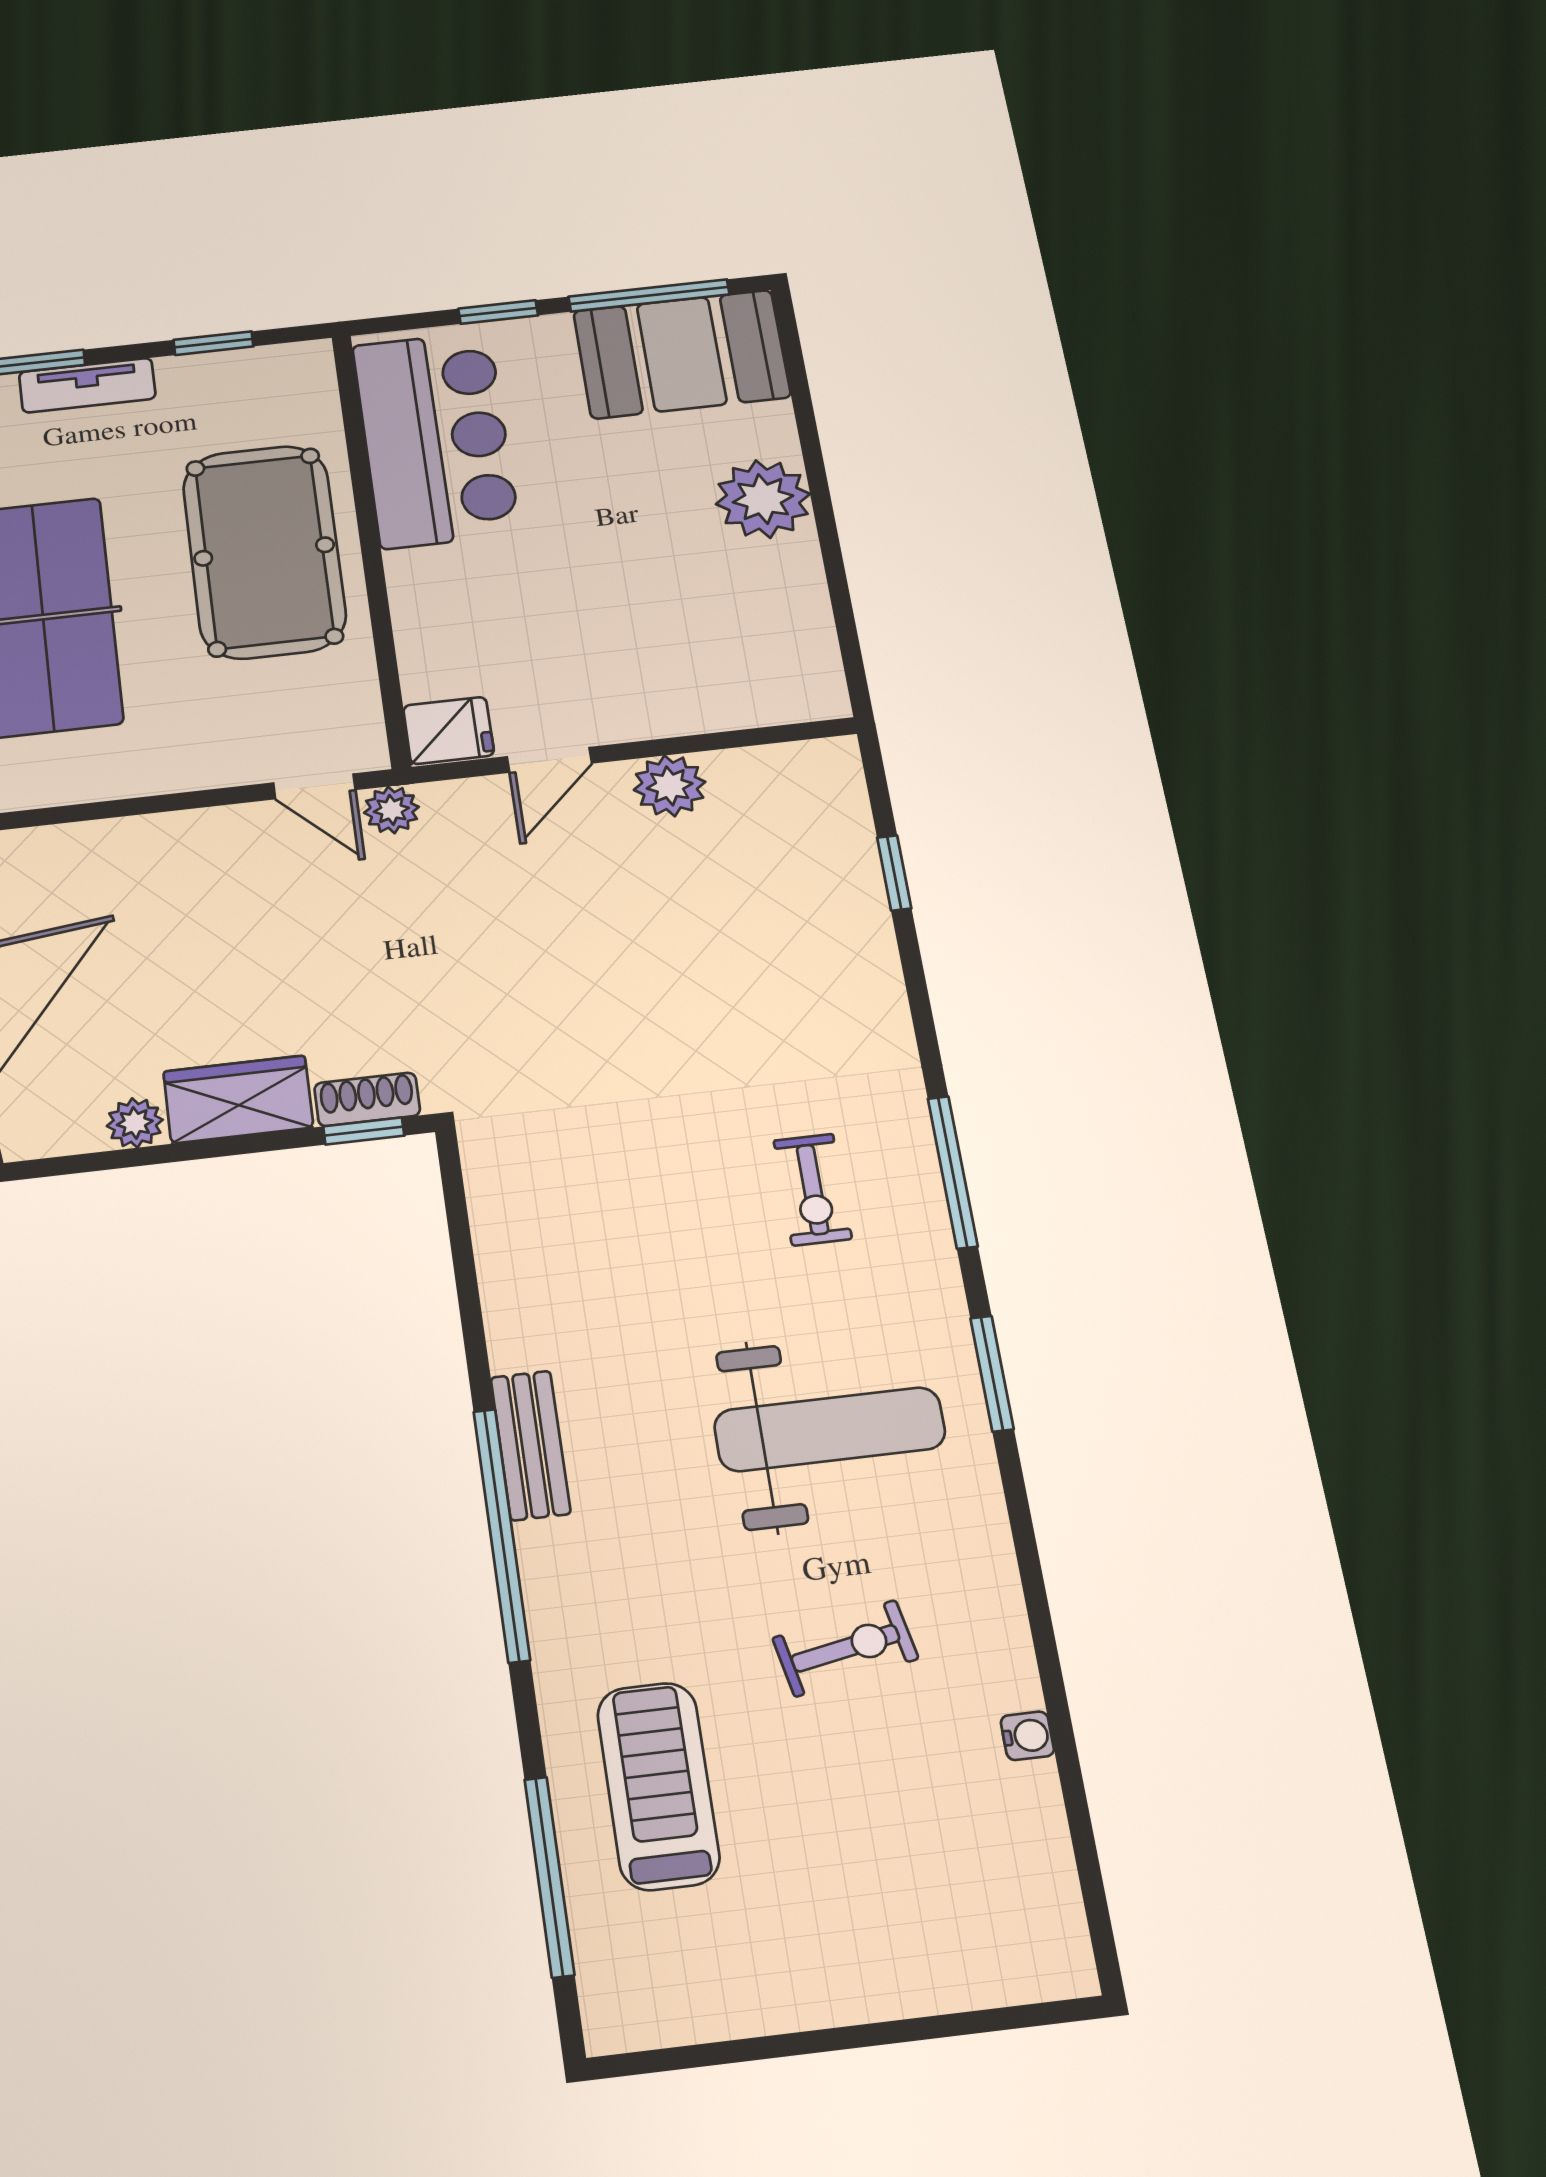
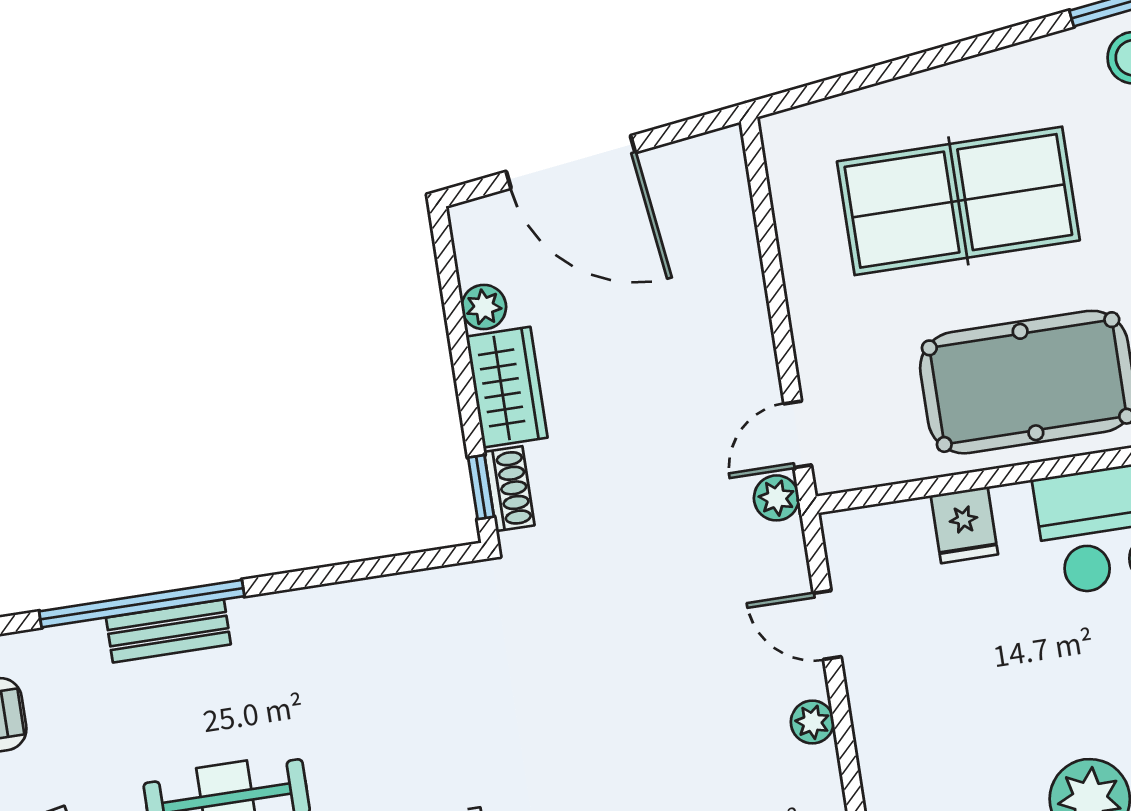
fridge: (449, 730) -> (964, 525), moved
plant: (670, 786) -> (812, 722), width x0.73, depth x0.73
bench: (530, 1445) -> (168, 631), moved

